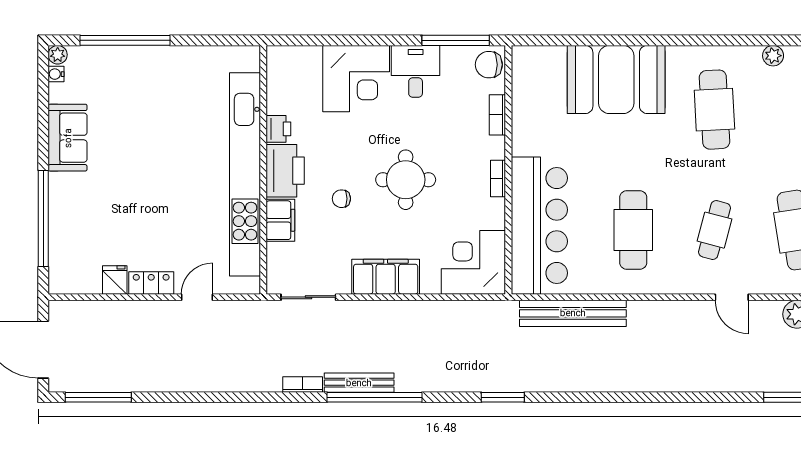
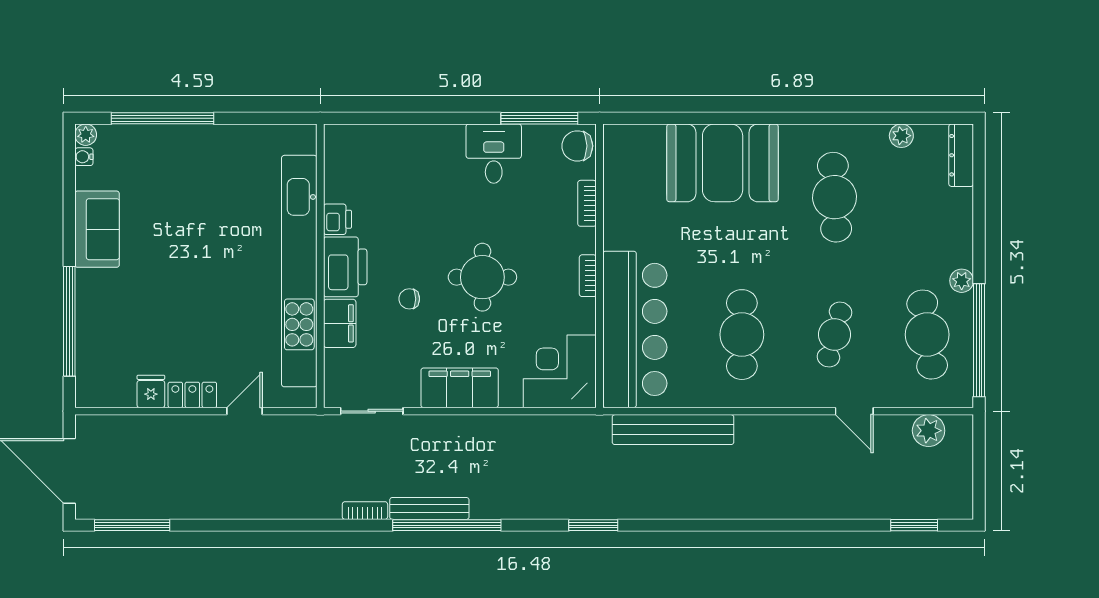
corner desk: (356, 79) -> (426, 162), removed

